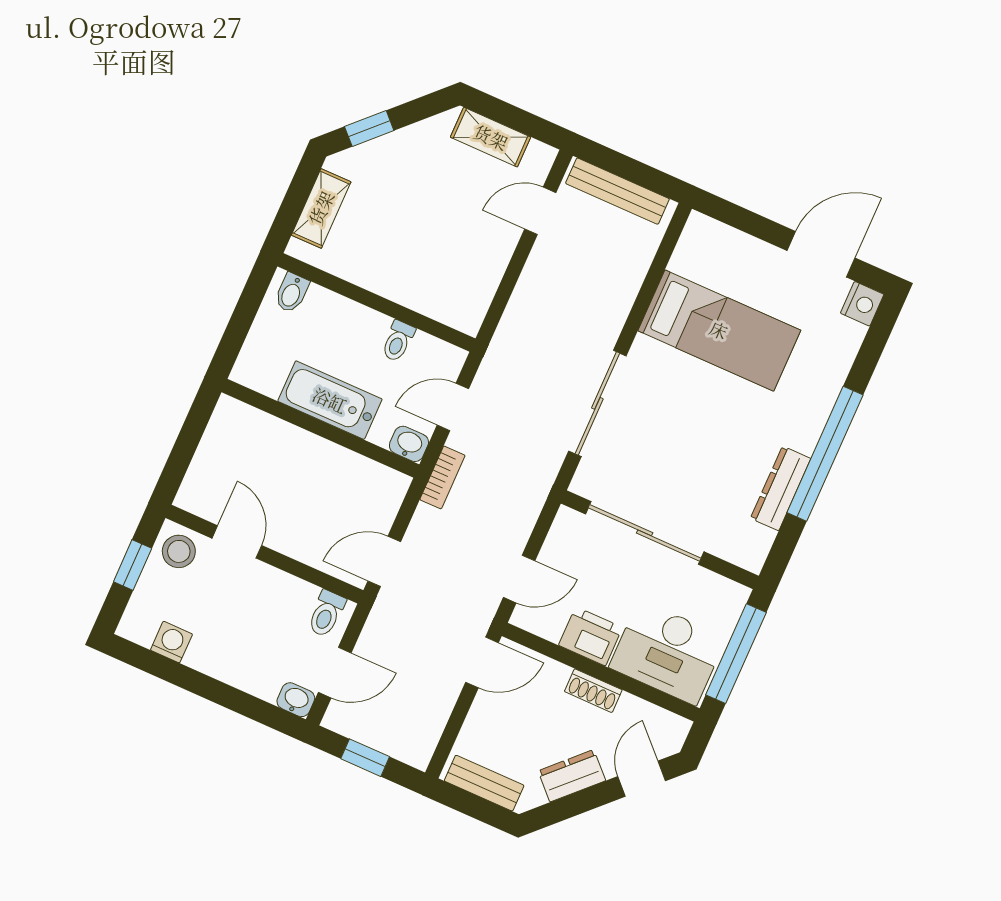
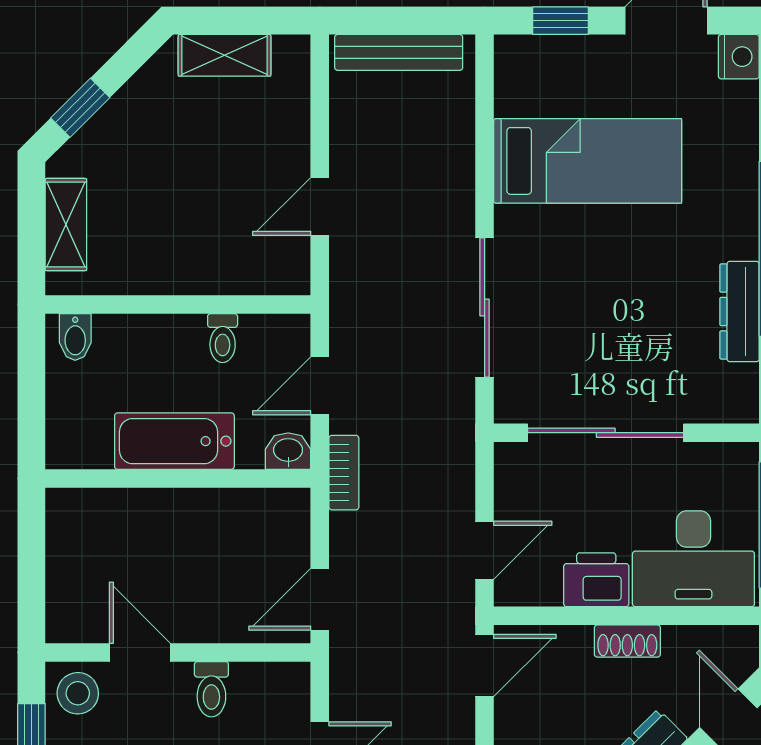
door: (540, 211) -> (320, 206), moved
window: (745, 220) -> (561, 21), added
toilet: (326, 614) -> (211, 689), moved

